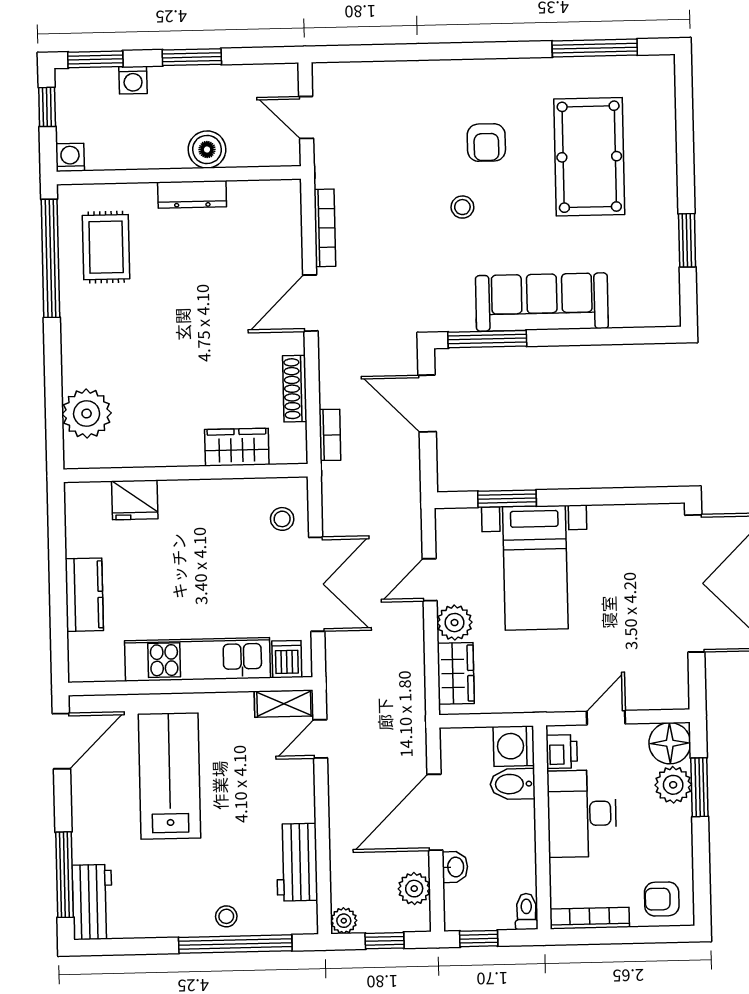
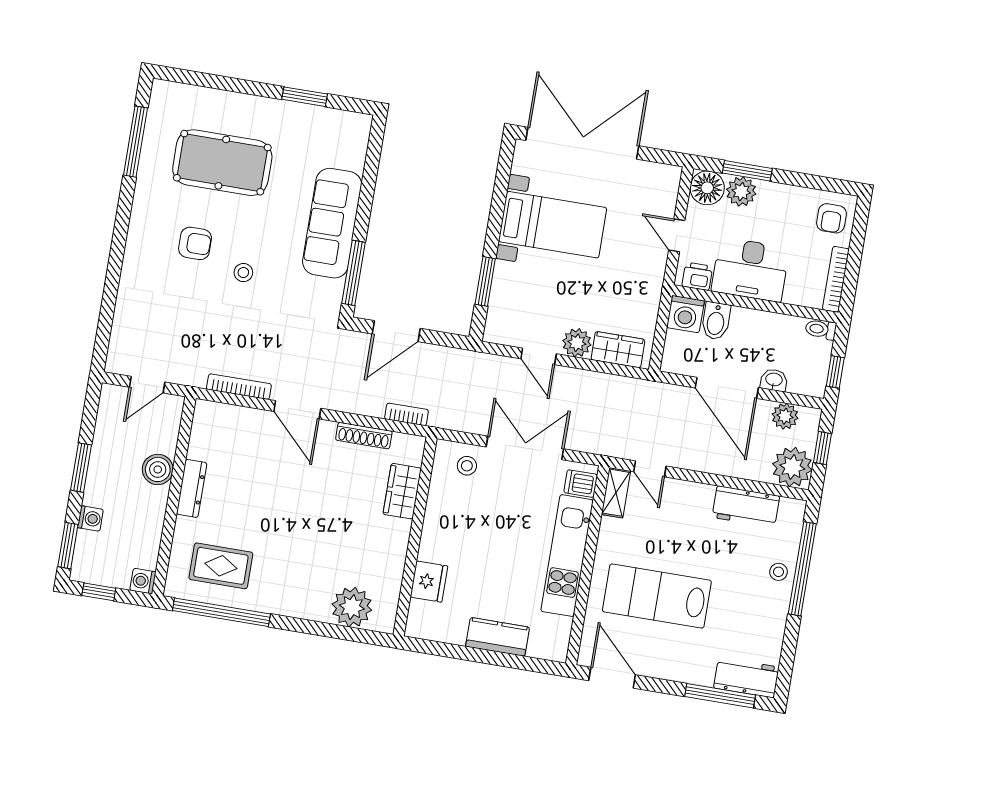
bed with nightstands: (535, 568) -> (553, 225), moved
plant: (344, 921) -> (792, 467), width x1.87, depth x1.87

